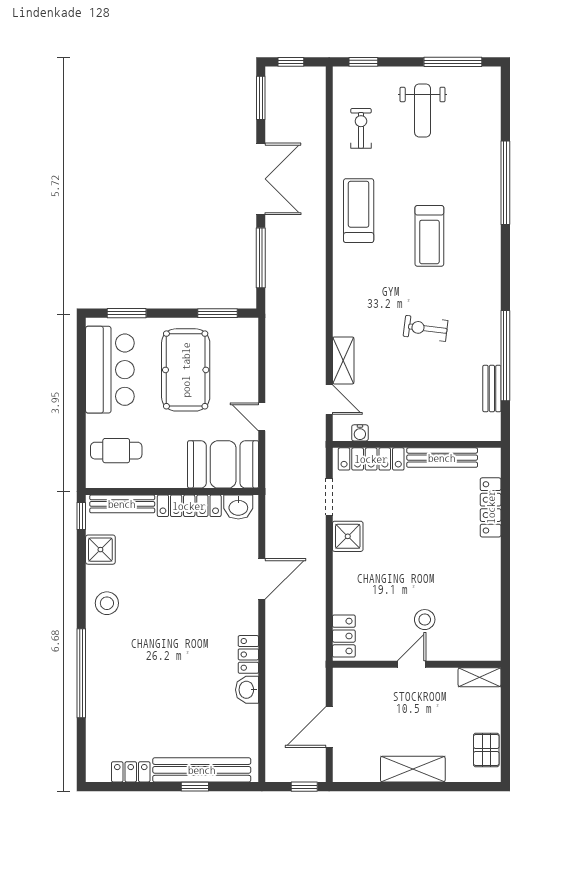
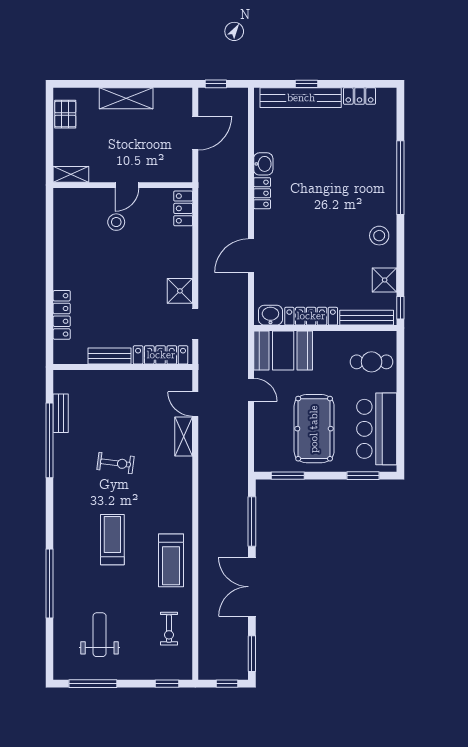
weight bench: (423, 110) -> (100, 635), moved
water cooler: (360, 433) -> (170, 377), removed
bench: (442, 458) -> (110, 356), width x0.73

